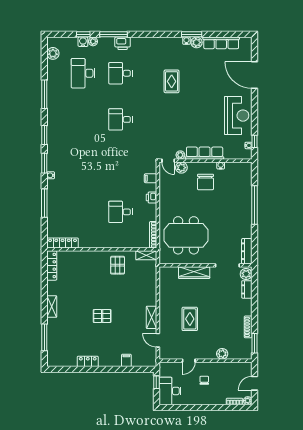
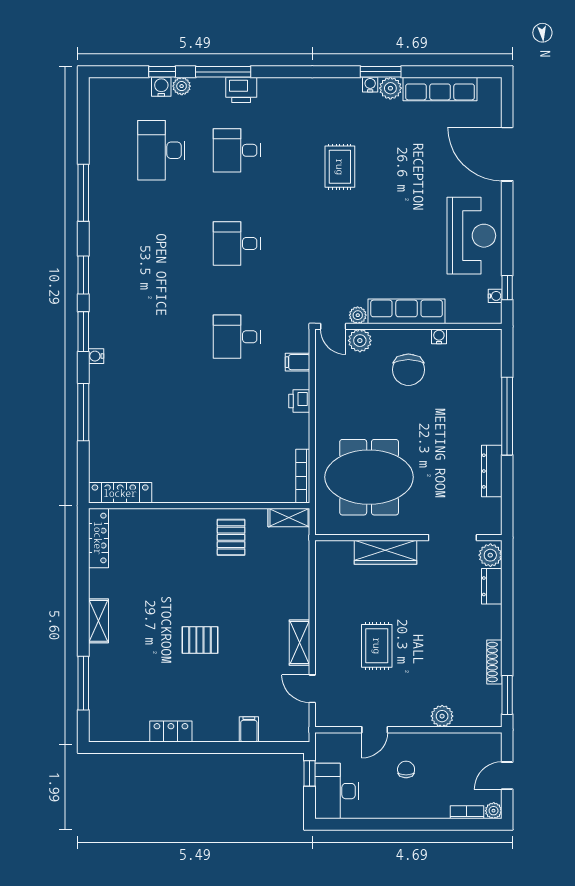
plant: (53, 53) -> (101, 110), removed
desk: (120, 212) -> (237, 337), moved
dresser: (247, 251) -> (492, 471), moved

